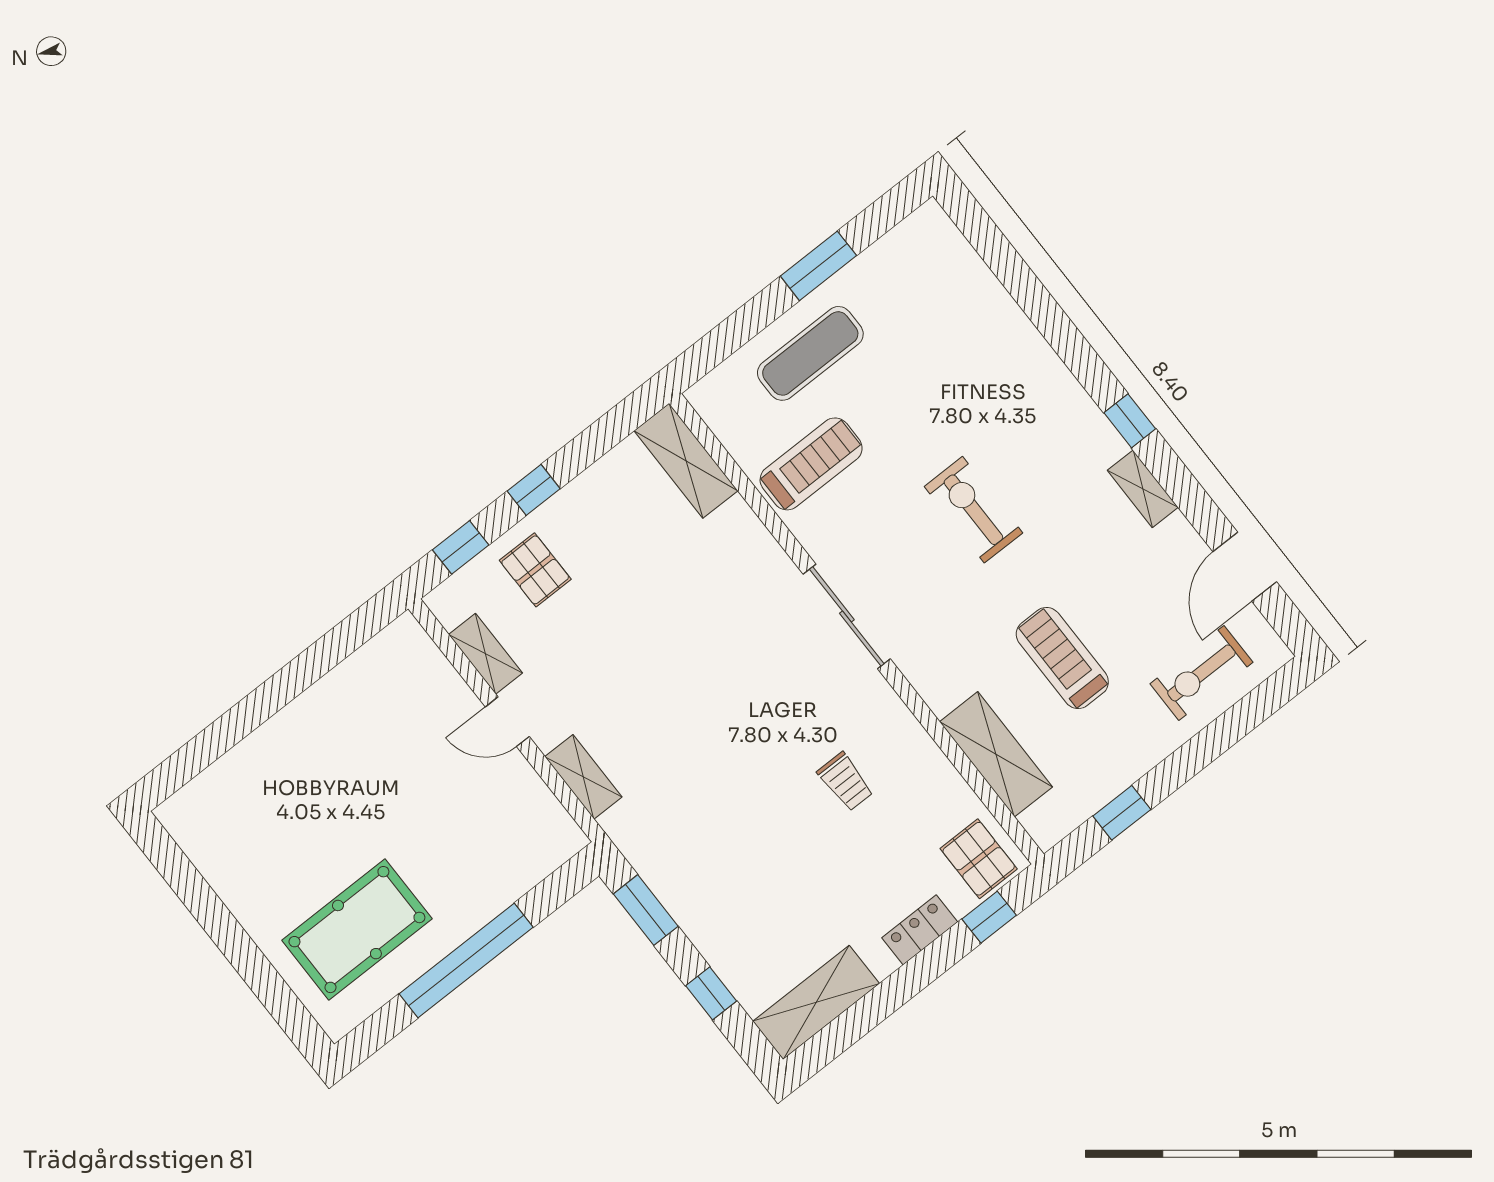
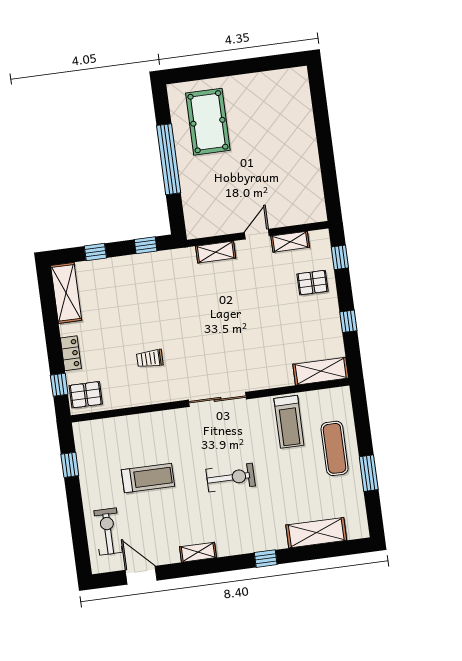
window: (1130, 421) -> (266, 559), moved
window: (534, 490) -> (348, 321), moved
shelving: (996, 754) -> (316, 533), moved
window: (646, 910) -> (146, 245), width x0.67

